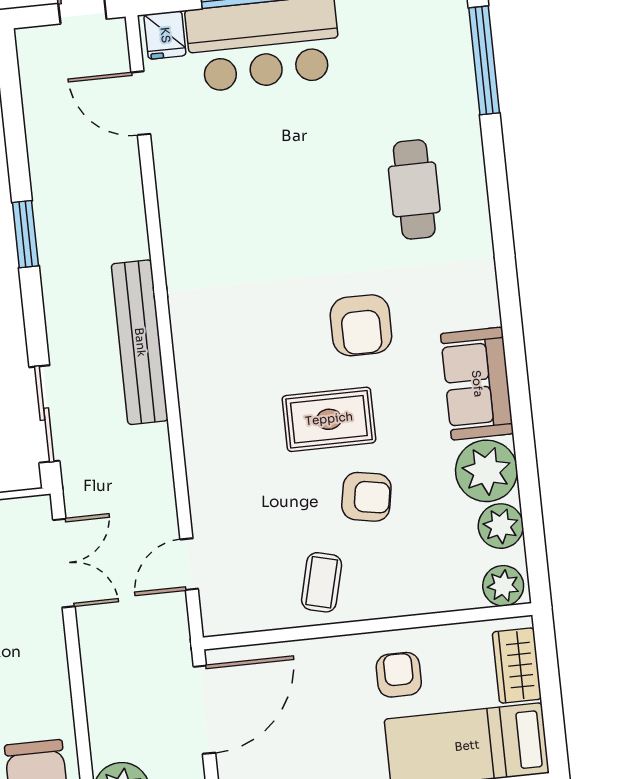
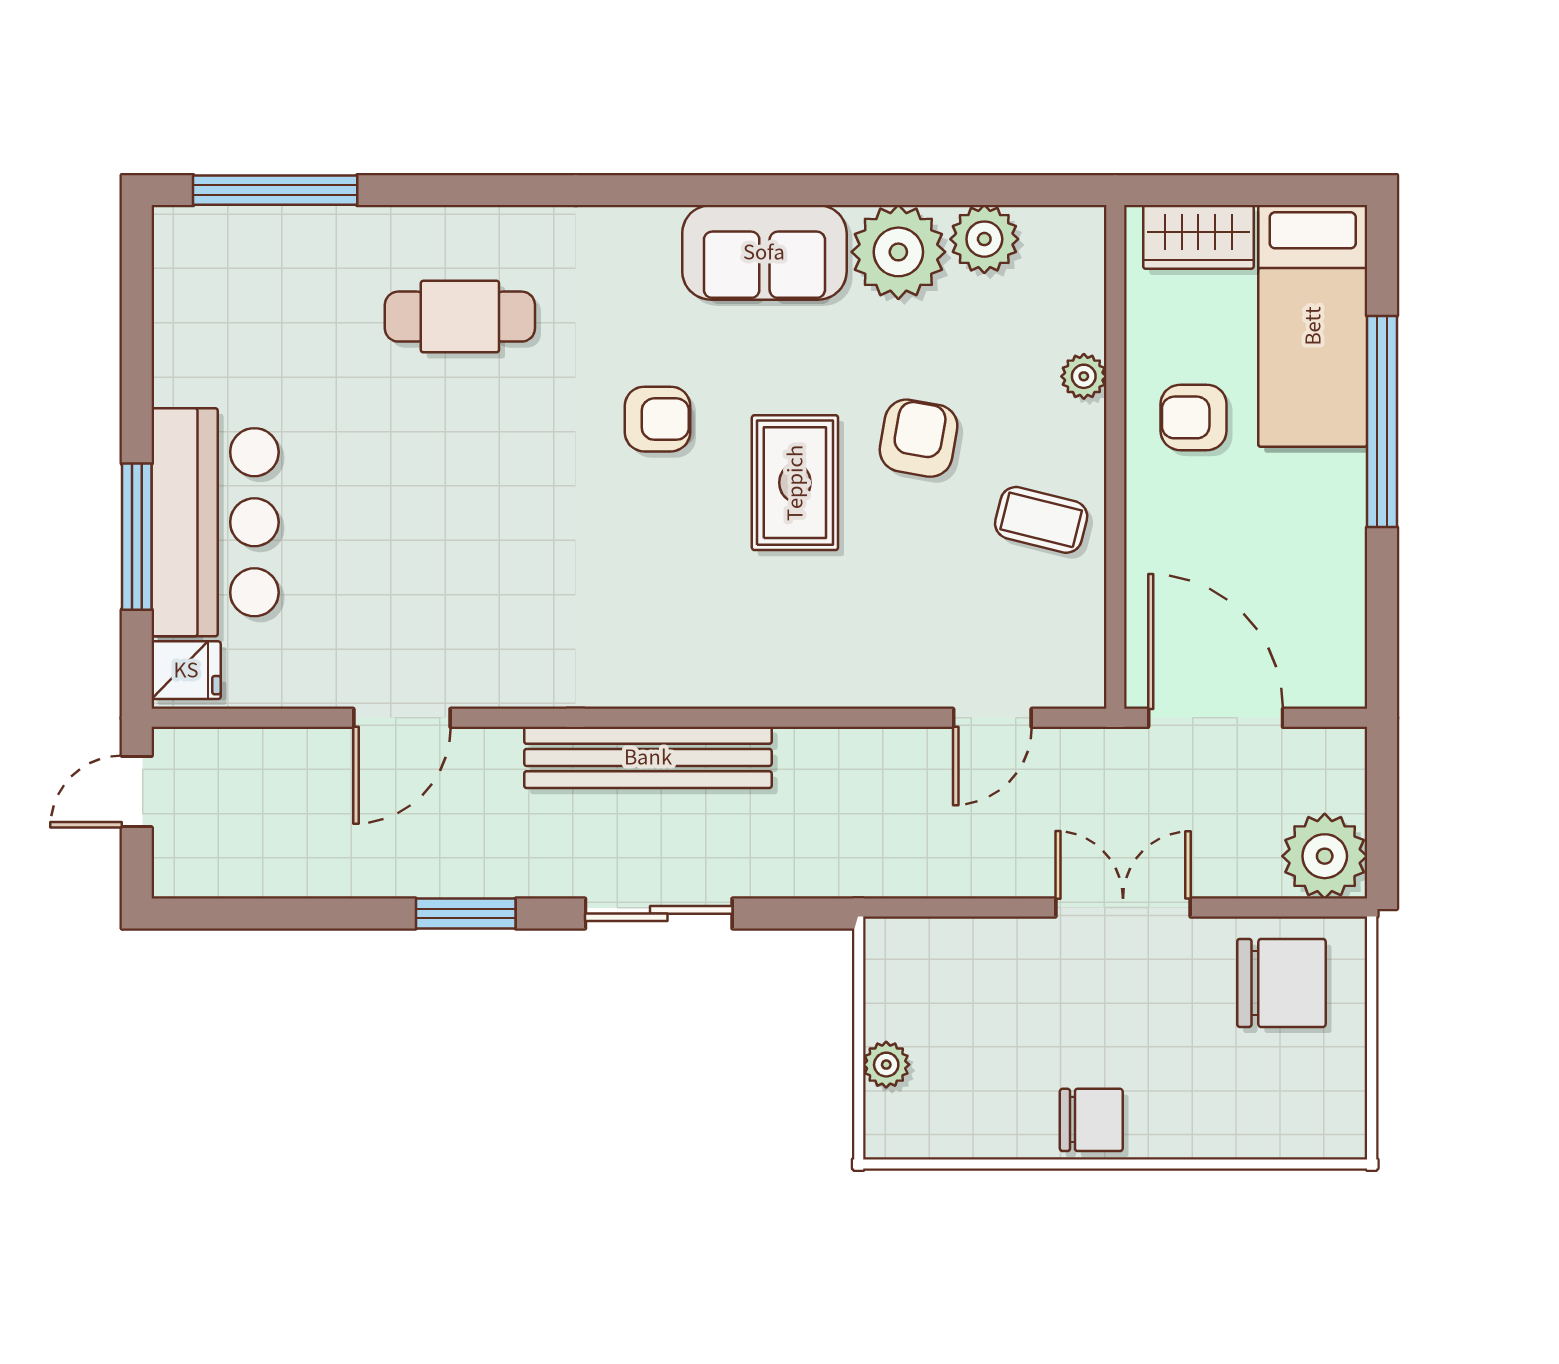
door: (141, 103) -> (402, 718), moved
armchair: (361, 325) -> (657, 419), width x0.72, depth x0.72
sliding door: (44, 414) -> (659, 914), moved
double door: (64, 563) -> (1123, 908), moved
door: (189, 564) -> (992, 718), hinge flipped
plant: (503, 586) -> (1084, 376), moved, width x0.73, depth x0.73

